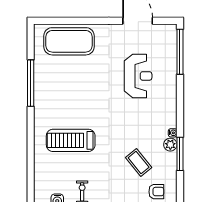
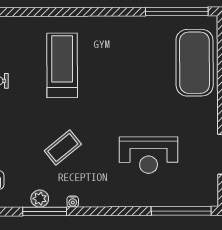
window: (31, 83) -> (177, 12), moved
plant: (170, 145) -> (40, 199), moved
coffee table: (139, 163) -> (63, 148), moved

